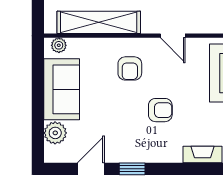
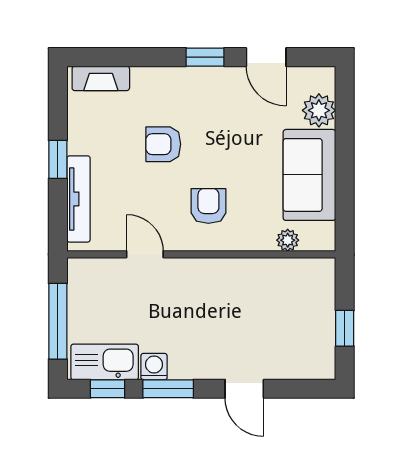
shelving: (99, 22) -> (255, 274), removed
plant: (59, 45) -> (288, 240), moved
door: (91, 169) -> (266, 57), hinge flipped

